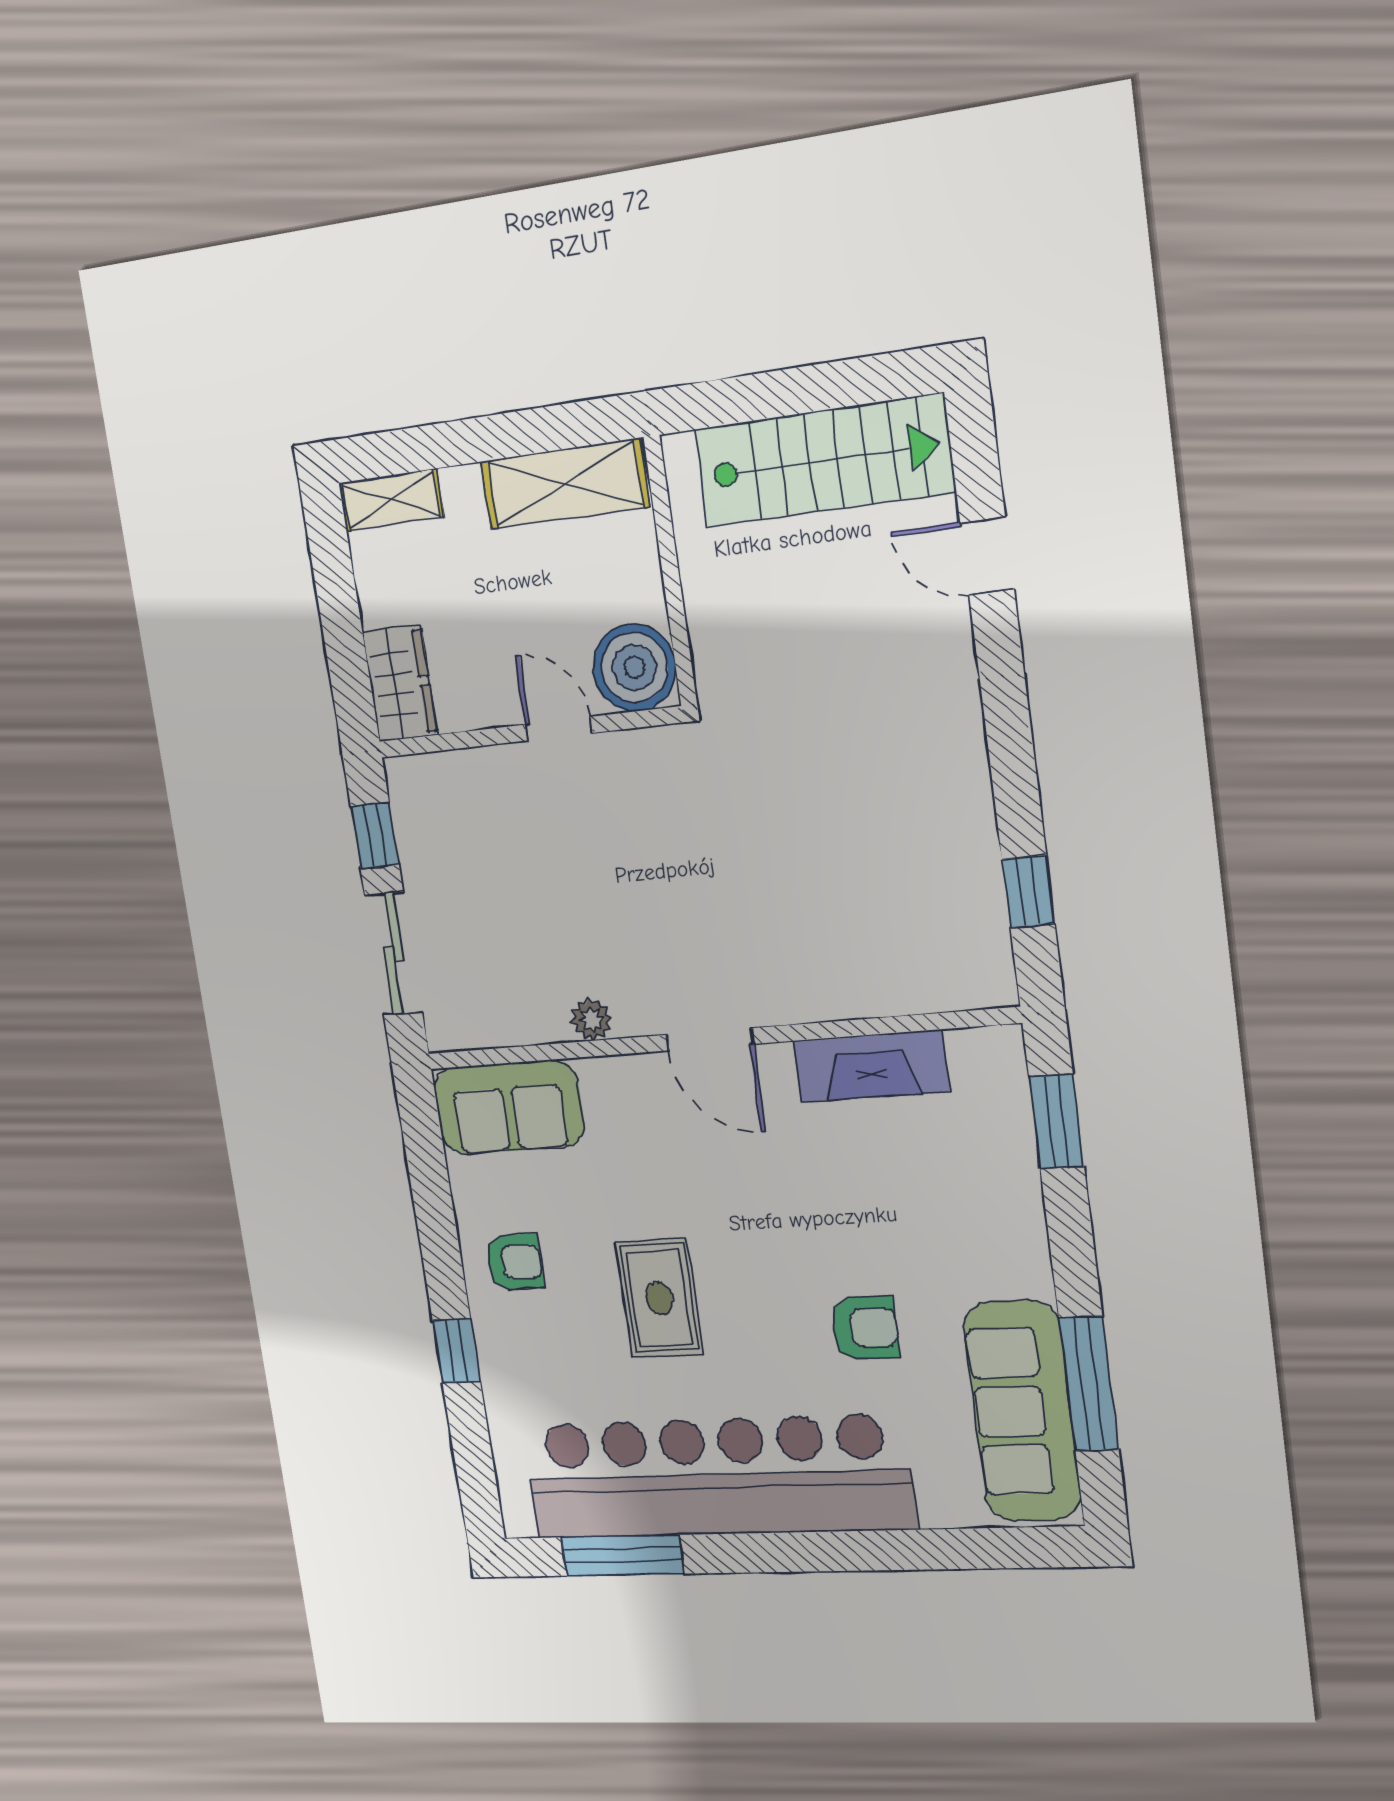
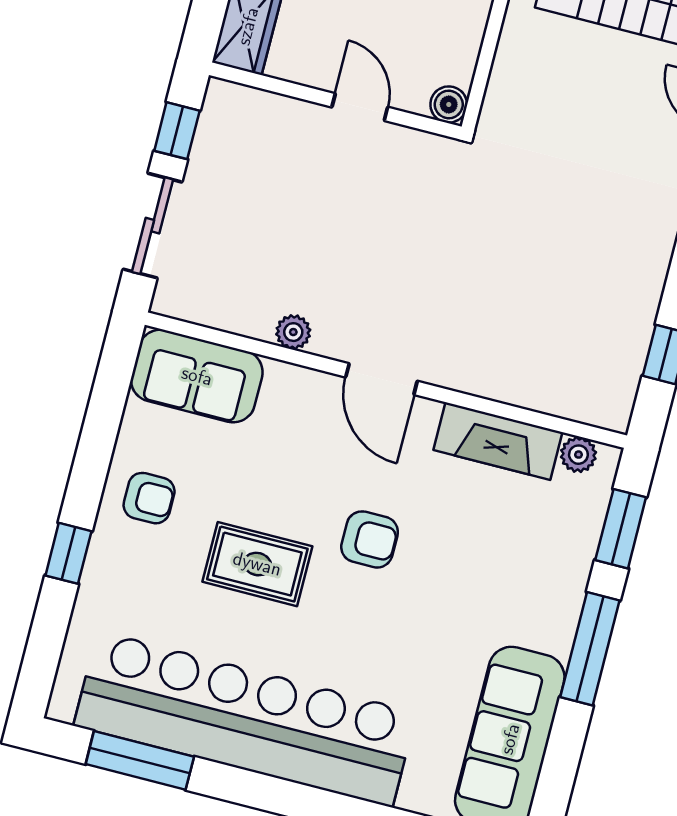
boiler: (634, 668) -> (449, 104), width x0.54, depth x0.54
plant: (971, 1049) -> (578, 455), added
rug: (659, 1298) -> (257, 564), turned 90
armchair: (865, 1328) -> (370, 539), moved
window: (1089, 1384) -> (590, 649), moved

